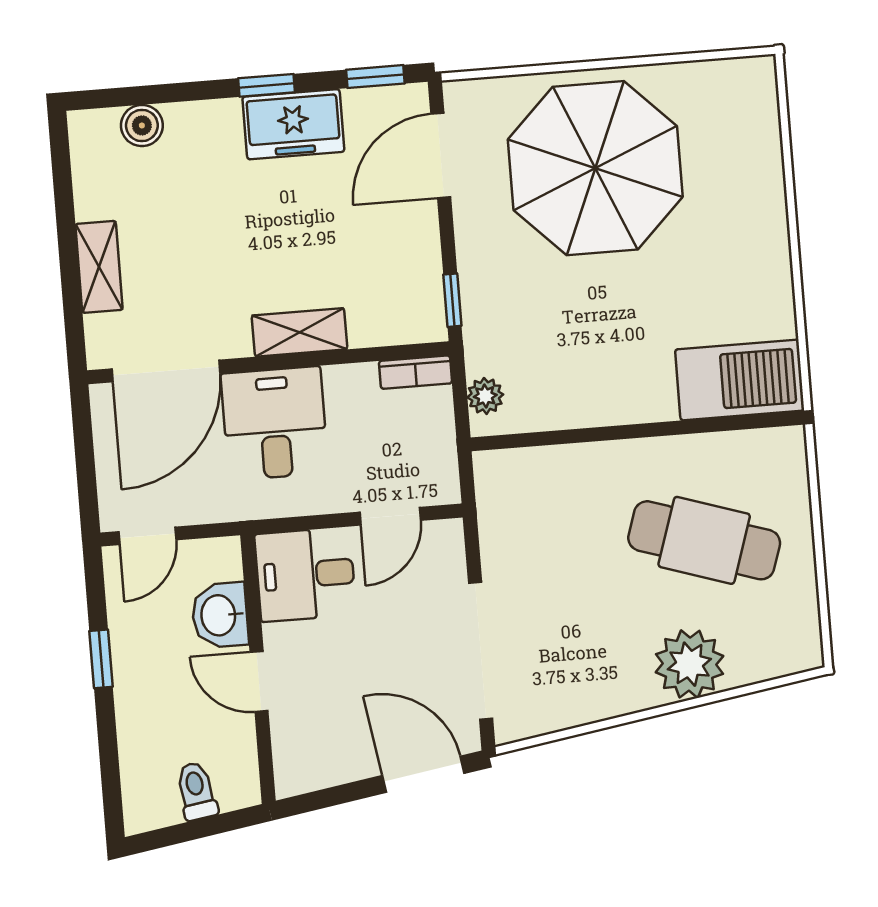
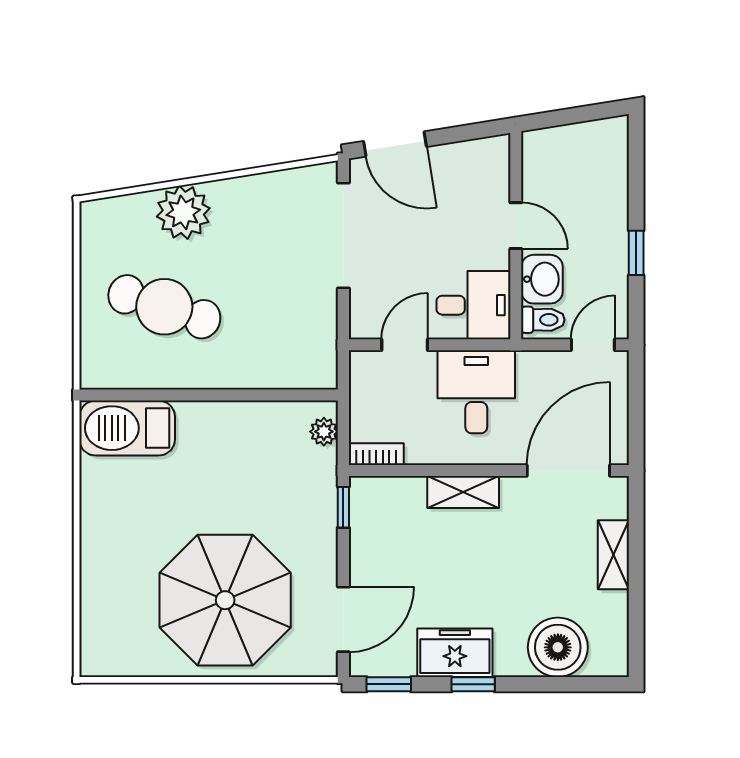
boiler: (142, 125) -> (558, 647), width x1.86, depth x1.86
desk: (275, 423) -> (476, 392), moved, turned 180
toilet: (196, 791) -> (543, 320), moved, turned -81

